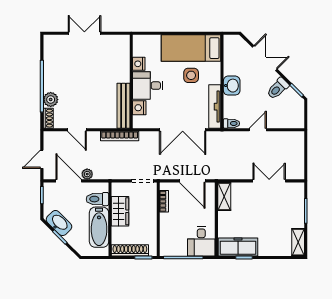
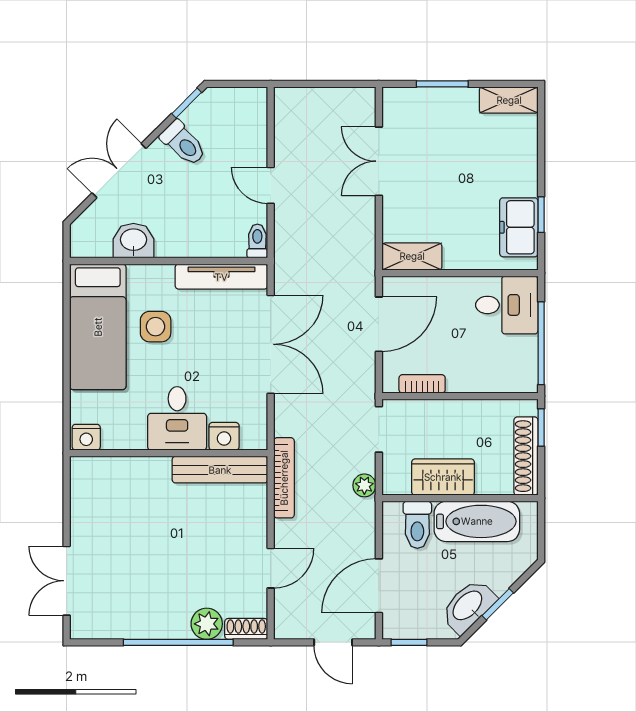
double door: (84, 33) -> (67, 581), moved
nightstand: (139, 64) -> (86, 437), moved
washbasin: (232, 86) -> (133, 241), moved
plant: (87, 174) -> (364, 485), moved
freezer: (238, 247) -> (519, 227), width x0.71

